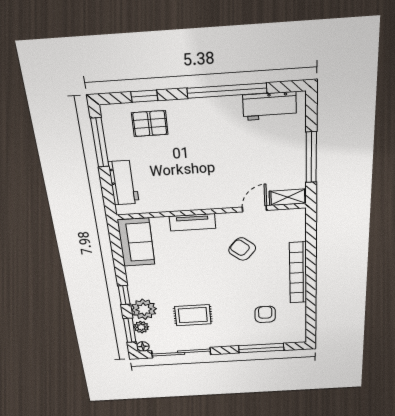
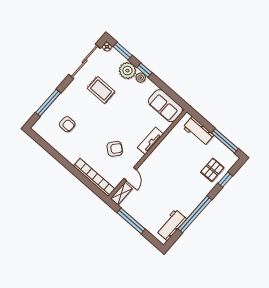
bookcase: (298, 273) -> (94, 177), moved
rug: (193, 315) -> (101, 90), turned 90
plant: (141, 327) -> (141, 78), moved

